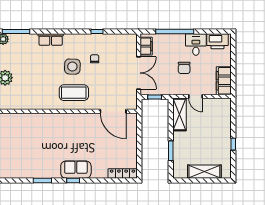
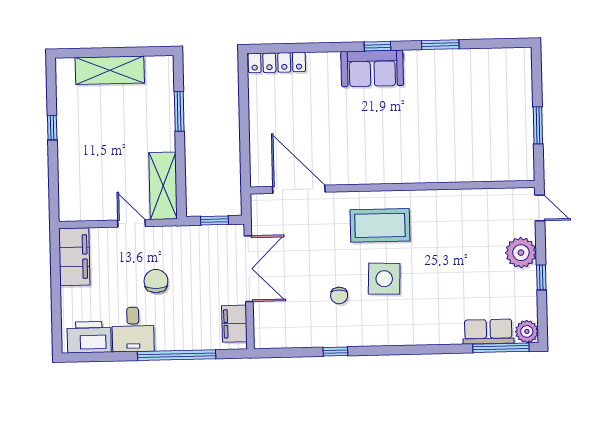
row of seats: (51, 39) -> (488, 332), moved
double door: (139, 73) -> (249, 269), swing flipped

